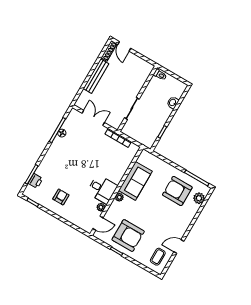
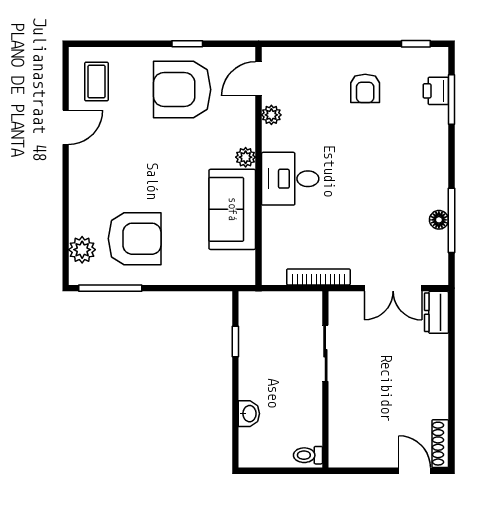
bench: (96, 76) -> (437, 376), removed
dresser: (82, 100) -> (437, 312), added
desk: (102, 189) -> (290, 179), moved

